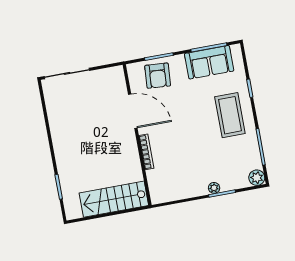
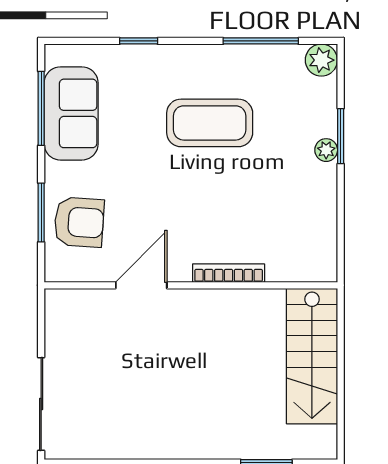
door: (133, 111) -> (141, 285), width x0.73
coffee table: (230, 115) -> (210, 123), moved

